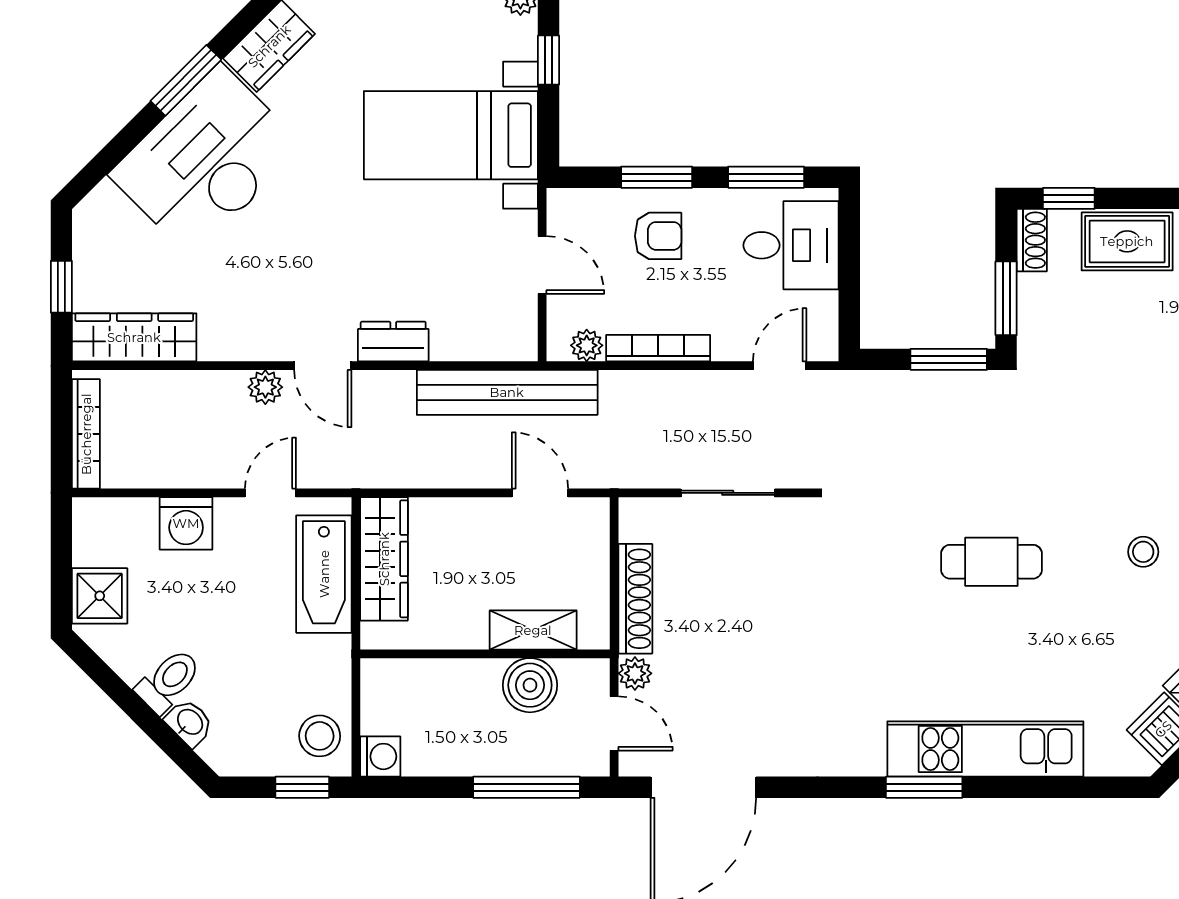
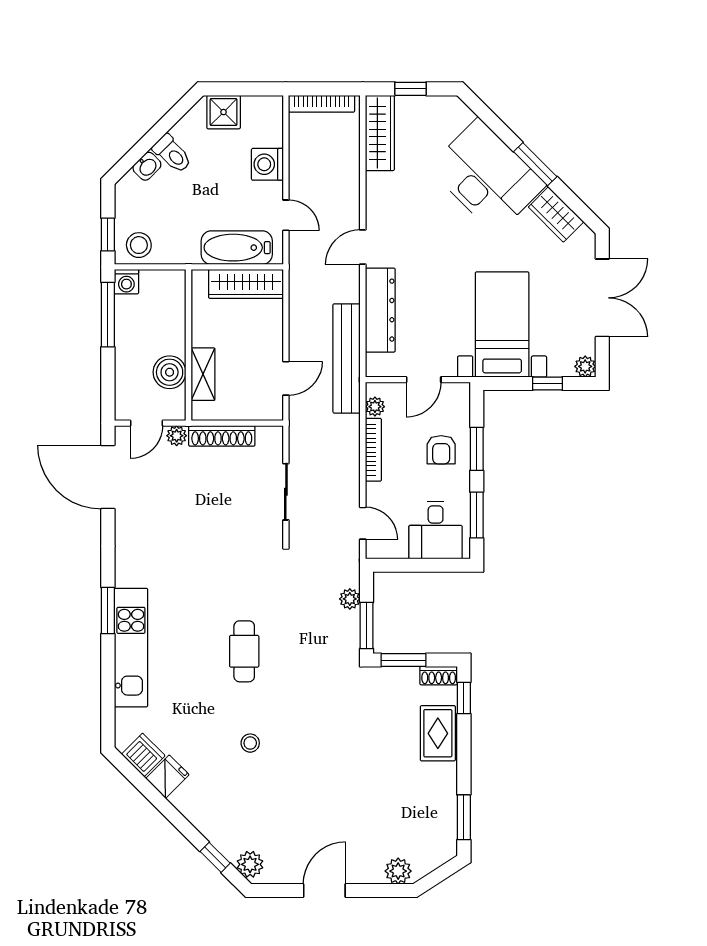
dresser: (393, 342) -> (380, 310), width x1.96, depth x1.24
plant: (265, 387) -> (350, 599), moved
window: (526, 787) -> (108, 315), moved

